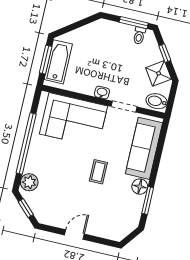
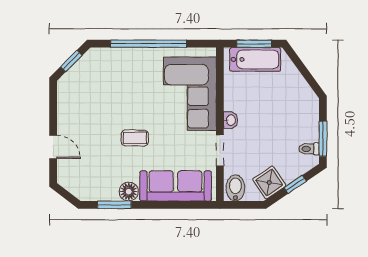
plant: (29, 182) -> (103, 58), removed
door: (74, 235) -> (53, 147), moved

